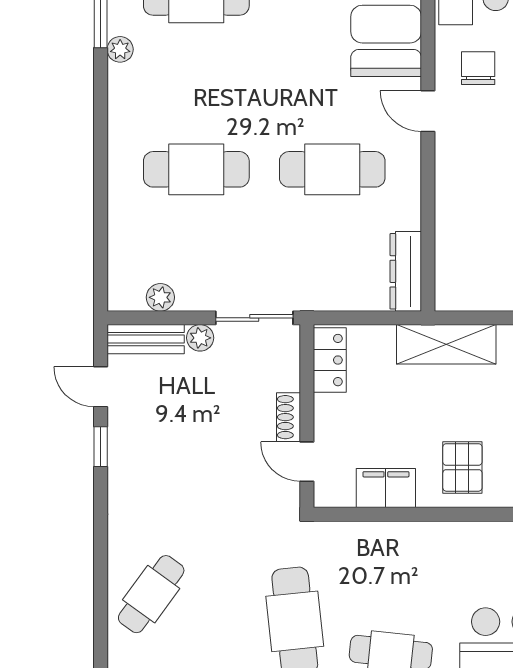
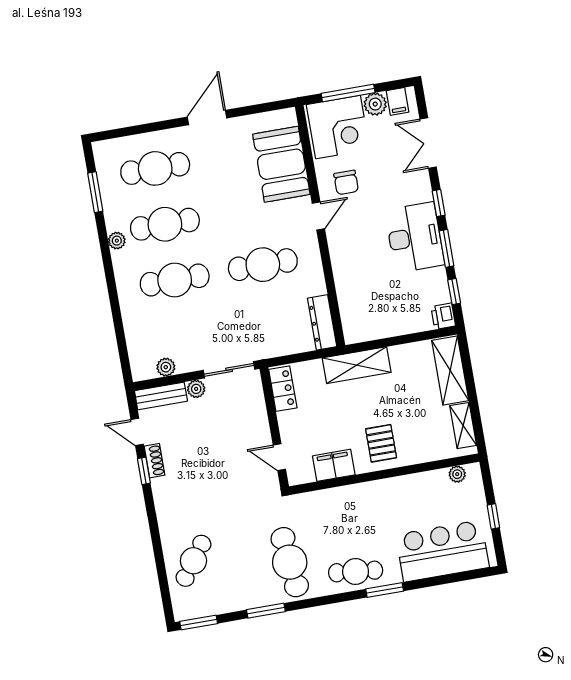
plant: (120, 49) -> (117, 241), moved
chair: (478, 68) -> (346, 182), turned 180
cafe table: (196, 83) -> (165, 224), added
door: (428, 111) -> (318, 216), swing flipped
shoe rack: (288, 417) -> (154, 461), moved, turned 180

